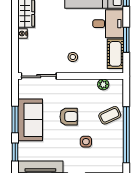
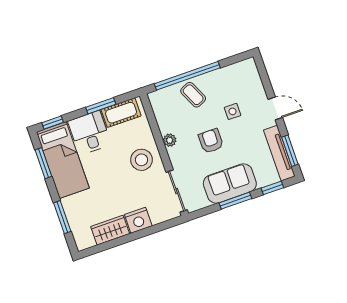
nightstand: (23, 33) -> (138, 220), width x1.89, depth x1.79
stool: (73, 57) -> (141, 160), width x1.89, depth x1.89
plant: (103, 84) -> (170, 140), moved
window: (126, 135) -> (187, 76), moved

